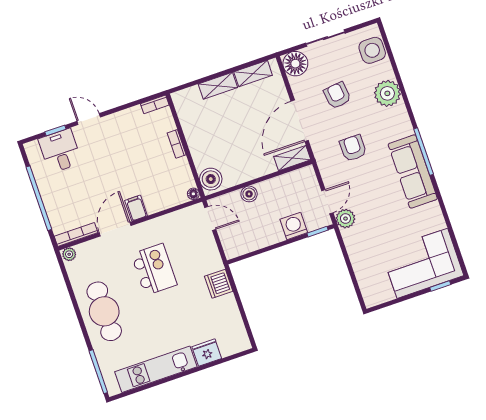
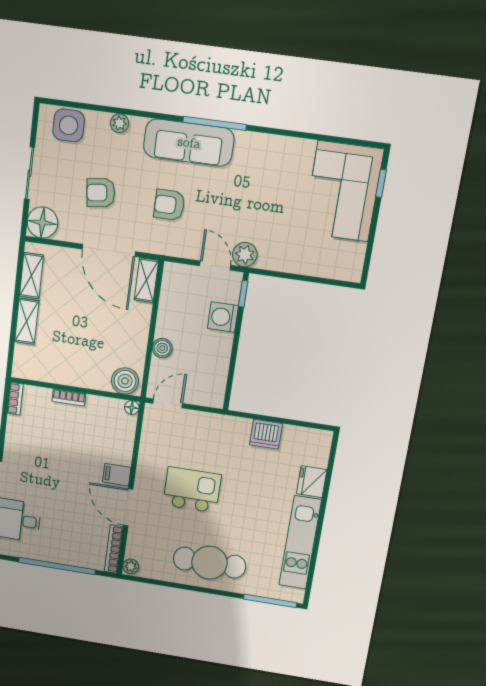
plant: (387, 93) -> (120, 123), width x0.53, depth x0.53
sofa: (413, 171) -> (189, 143), moved
dishwasher: (219, 284) -> (266, 434), moved

